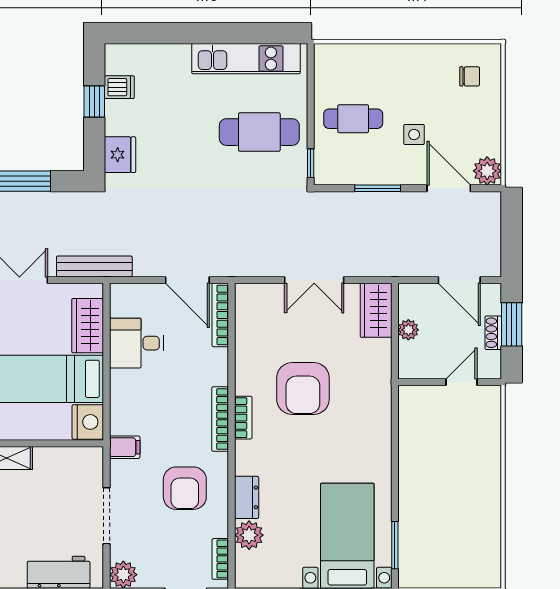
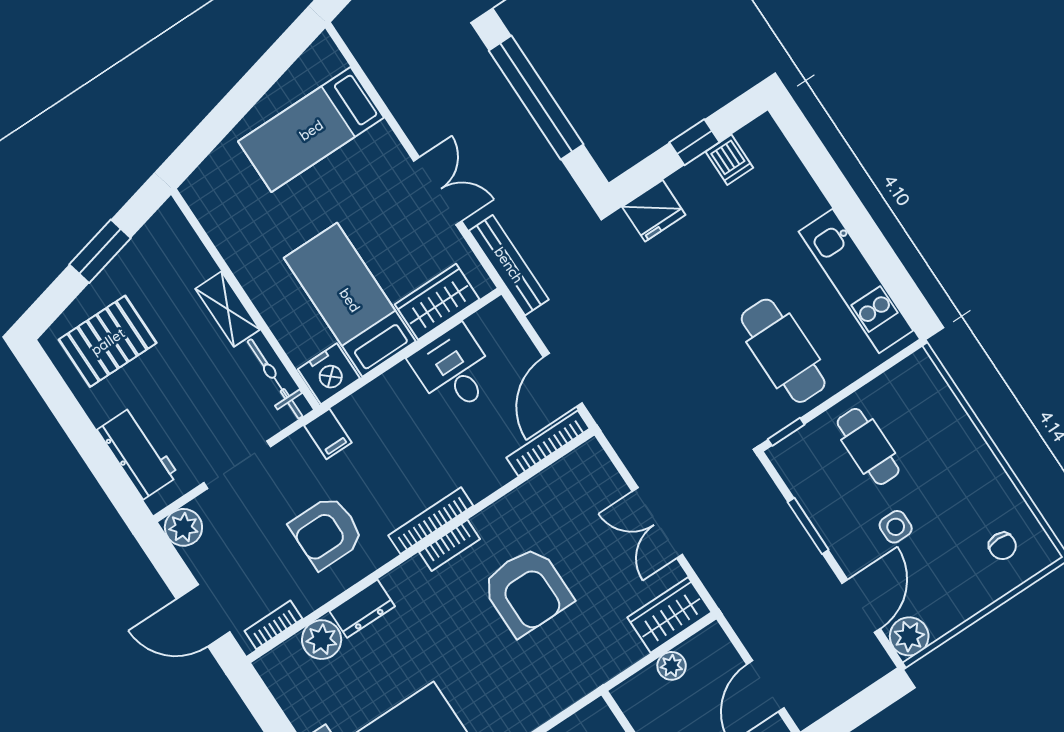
armchair: (303, 389) -> (527, 591), turned -90
bicycle: (69, 457) -> (275, 379), added

